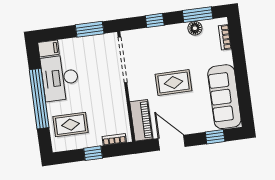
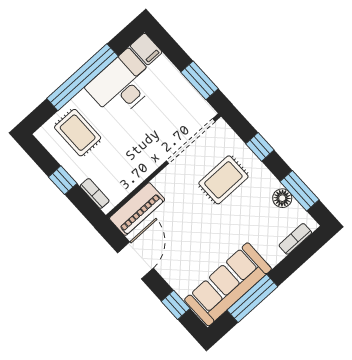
rug: (173, 83) -> (223, 180), moved, turned 90
window: (243, 88) -> (252, 298), added

